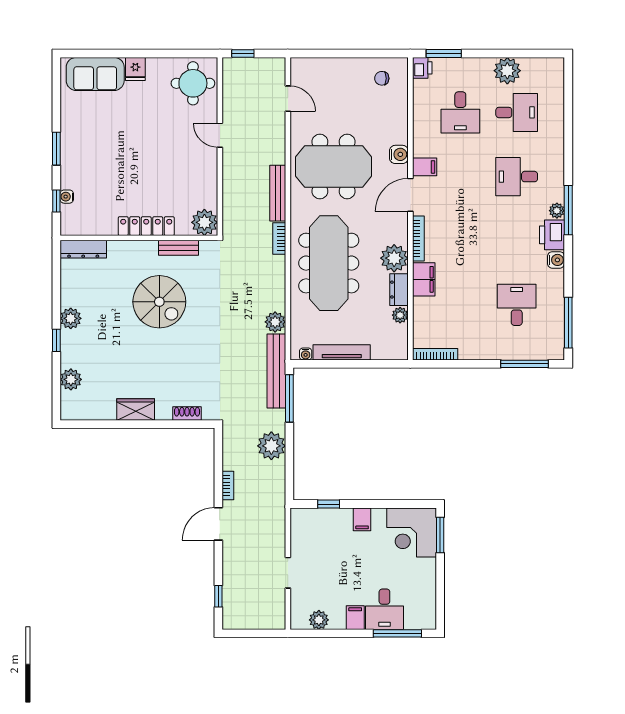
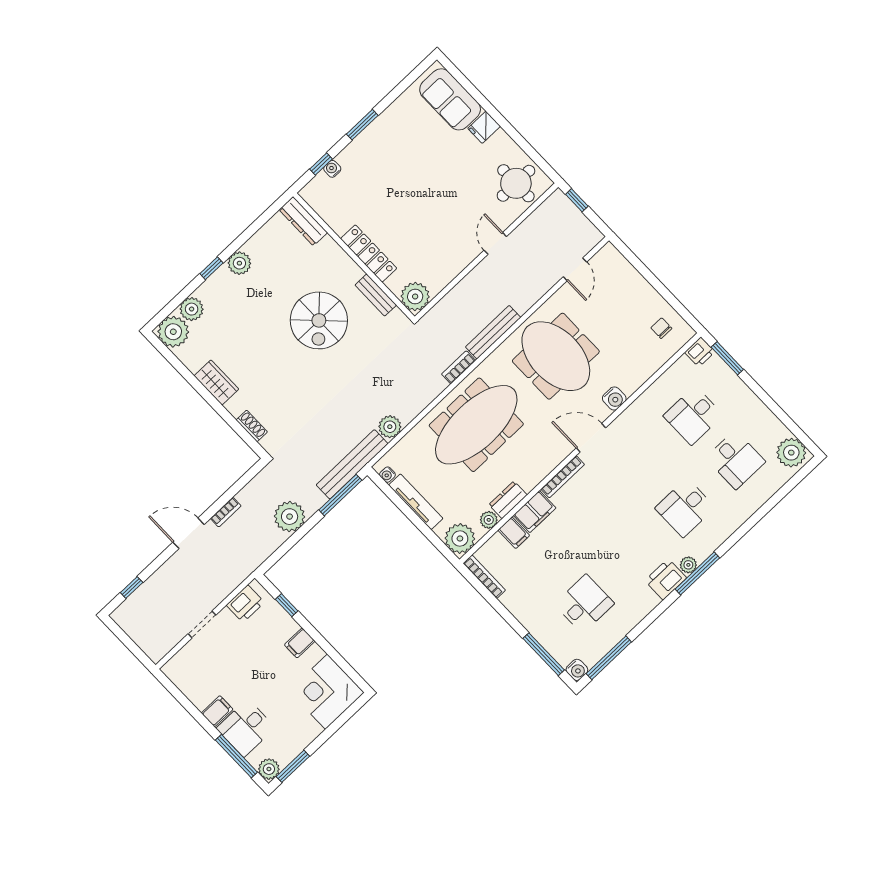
plant: (507, 71) -> (791, 453), moved
filing cabinet: (425, 167) -> (514, 533), moved
desk: (517, 177) -> (685, 508), turned -90
plant: (394, 258) -> (460, 539), moved
water cooler: (556, 260) -> (577, 670), moved
plant: (74, 406) -> (173, 332), added
printer: (301, 531) -> (245, 604), added
window: (440, 535) -> (293, 766), moved
plant: (319, 620) -> (269, 769), moved

